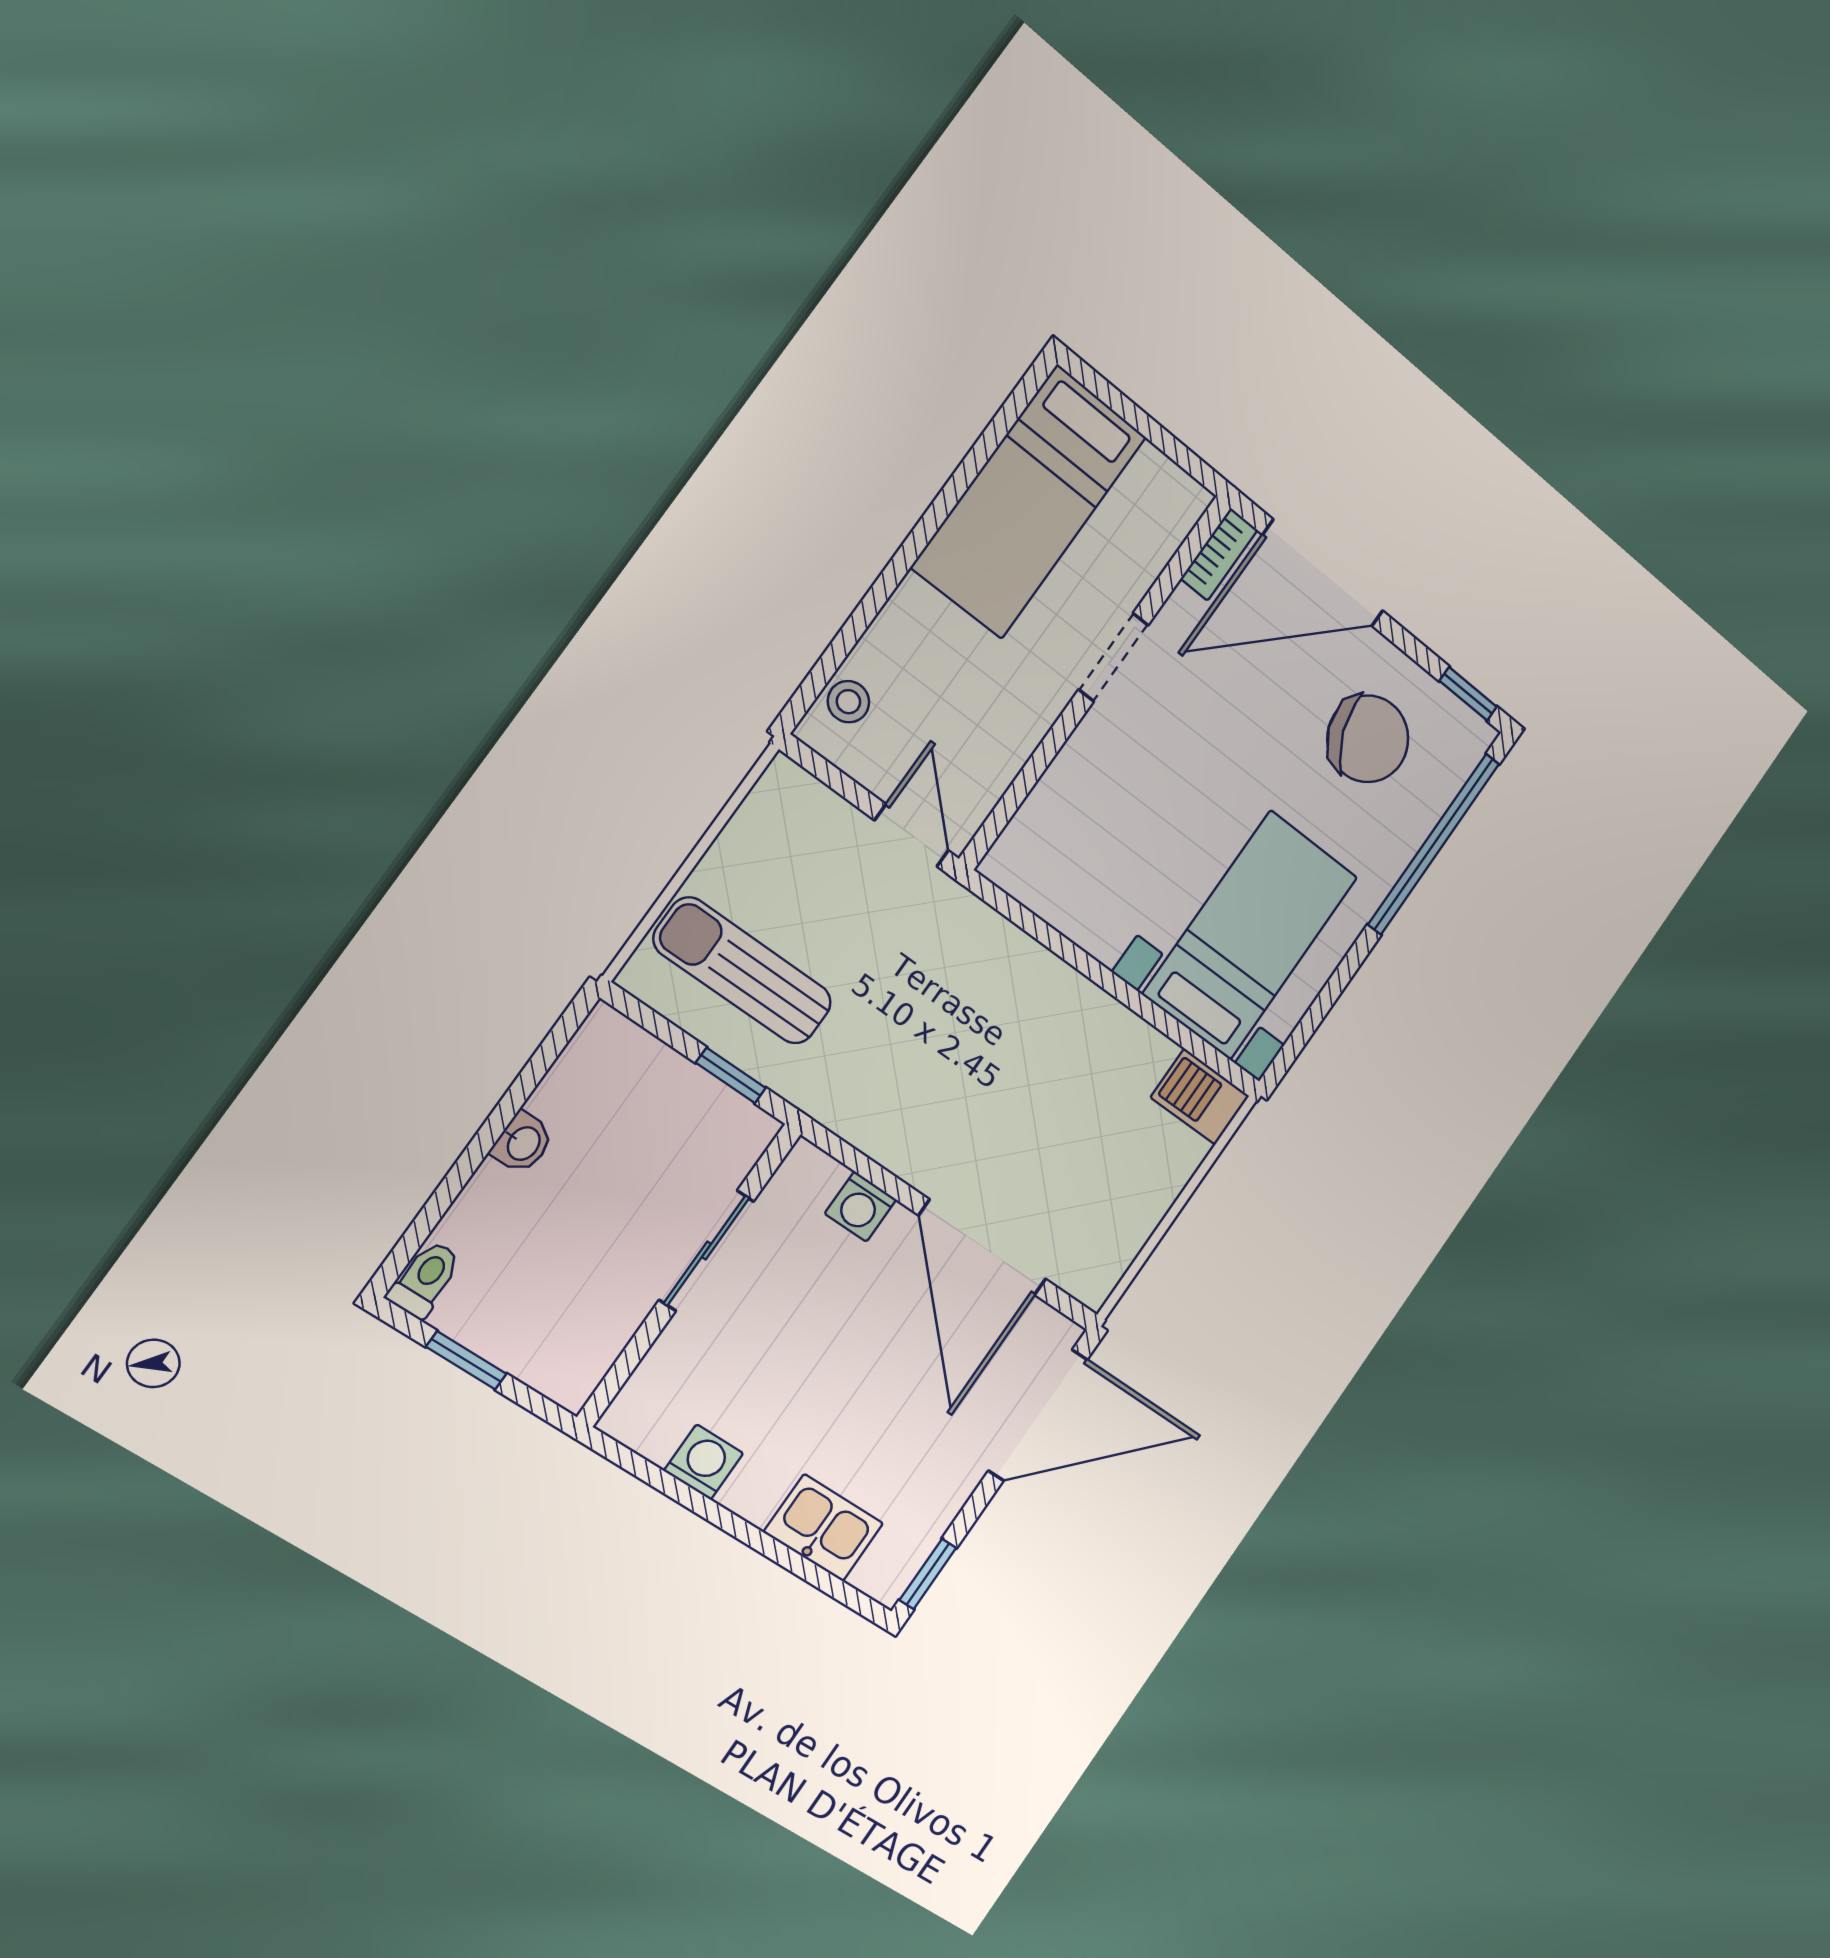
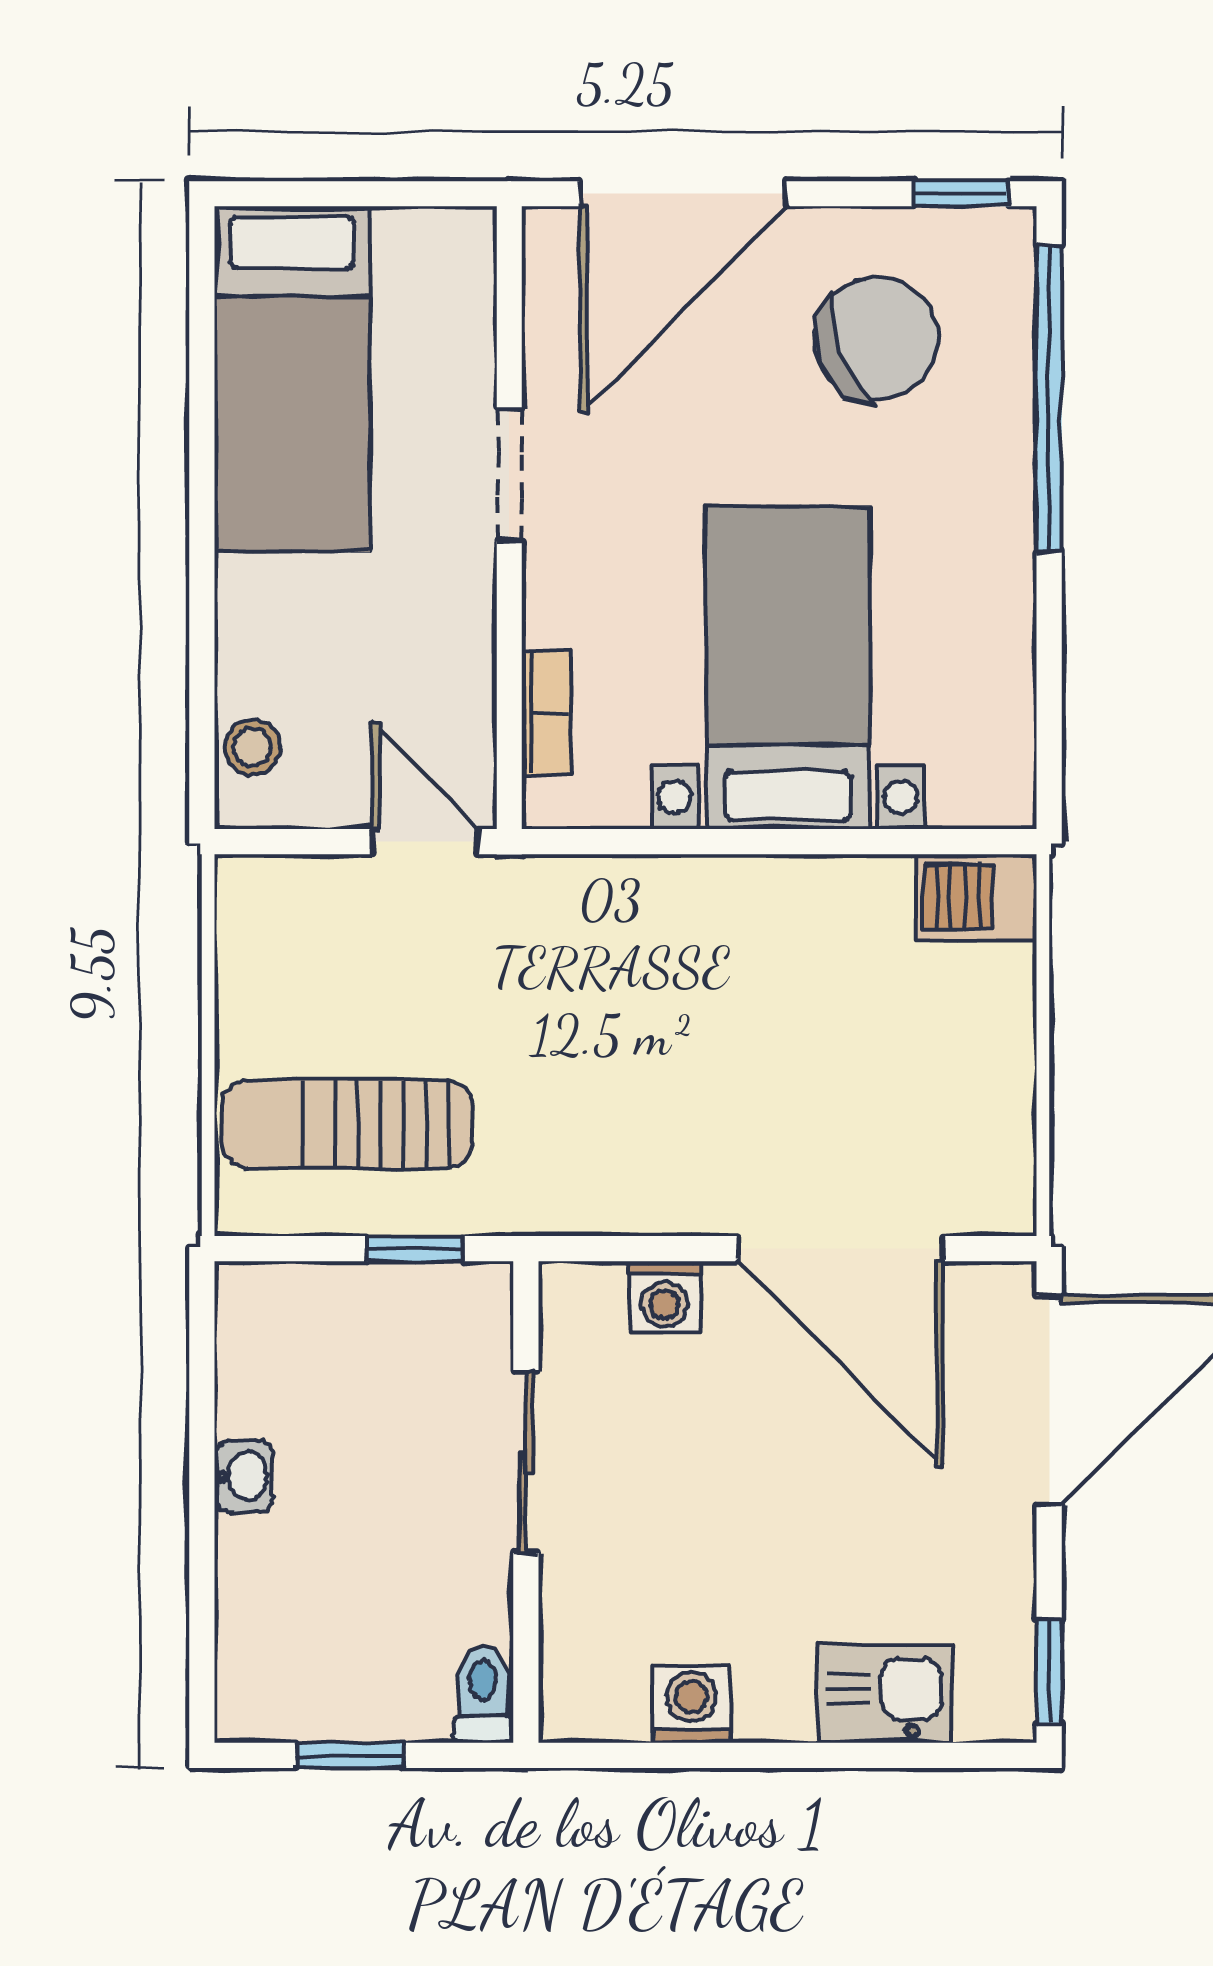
bookcase: (1219, 554) -> (546, 713), moved
bed with nightstands: (1250, 935) -> (788, 668), moved
toilet: (425, 1279) -> (483, 1694), moved

